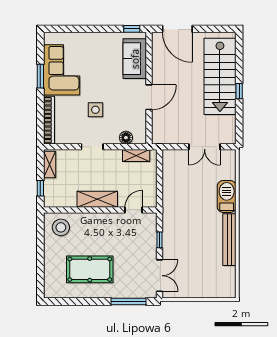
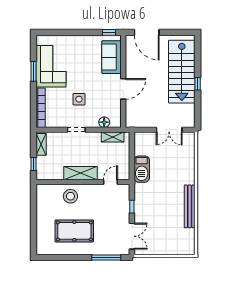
barbecue: (227, 196) -> (142, 169), moved, turned 180
stool: (61, 227) -> (70, 196), moved

